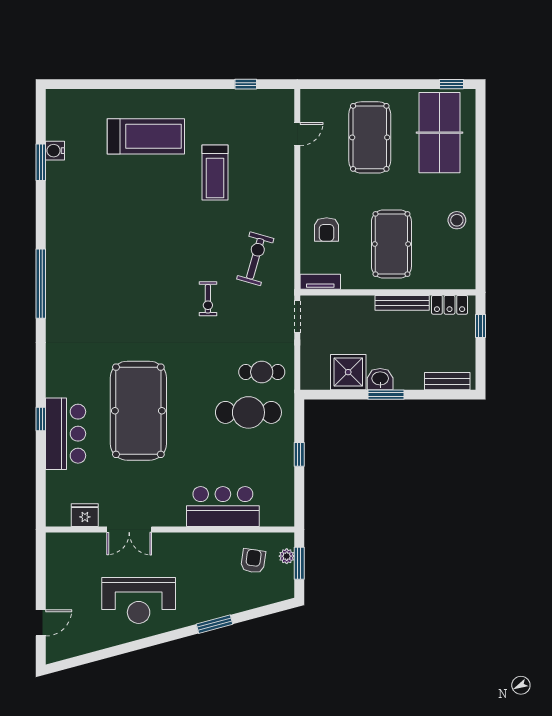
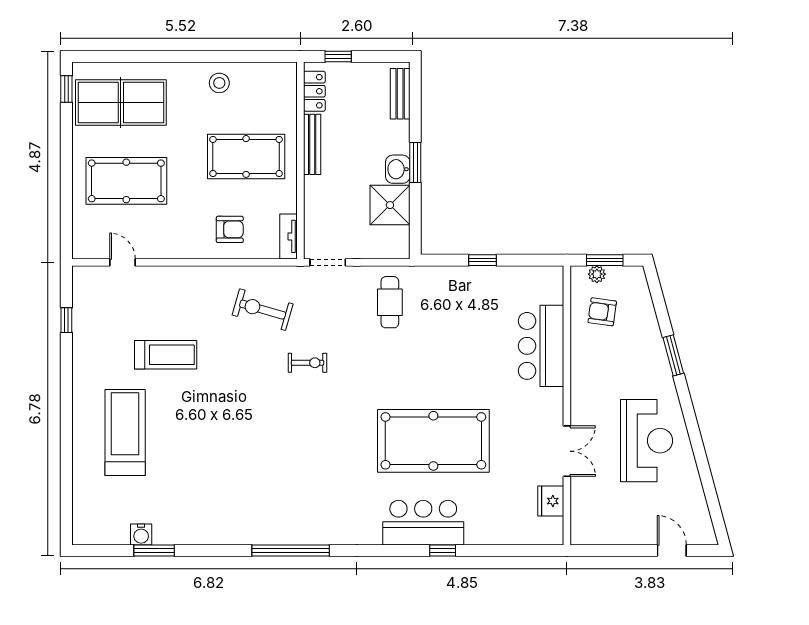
cafe table: (248, 412) -> (435, 317), removed
bar counter: (66, 434) -> (423, 523), moved

